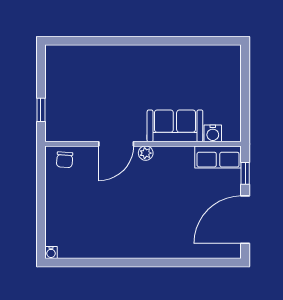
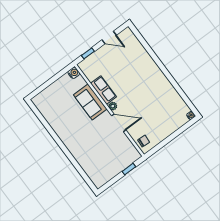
water cooler: (213, 133) -> (74, 73), moved
row of seats: (218, 157) -> (103, 90), moved
door: (245, 220) -> (109, 38), width x0.53

